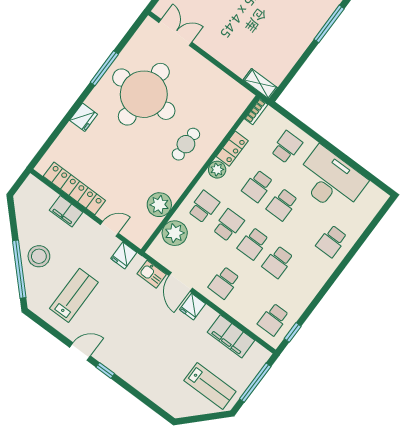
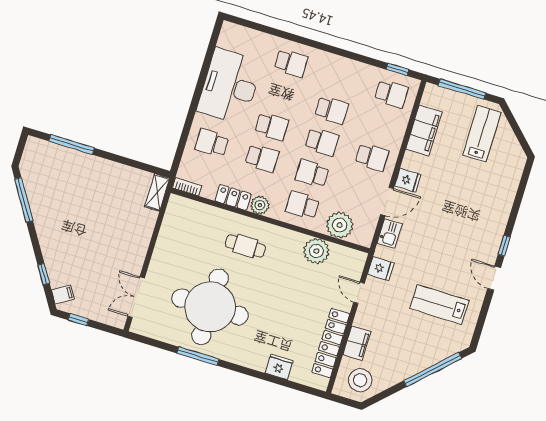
fridge: (84, 117) -> (279, 367), moved
stool: (39, 256) -> (360, 380), moved

